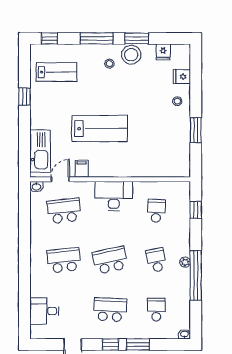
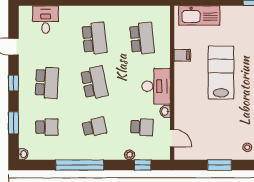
lab bench: (100, 129) -> (221, 73), turned 180
door: (60, 179) -> (172, 138), moved
washbasin: (36, 187) -> (165, 112), moved
plant: (185, 262) -> (130, 155), moved
window: (138, 344) -> (13, 123), moved

